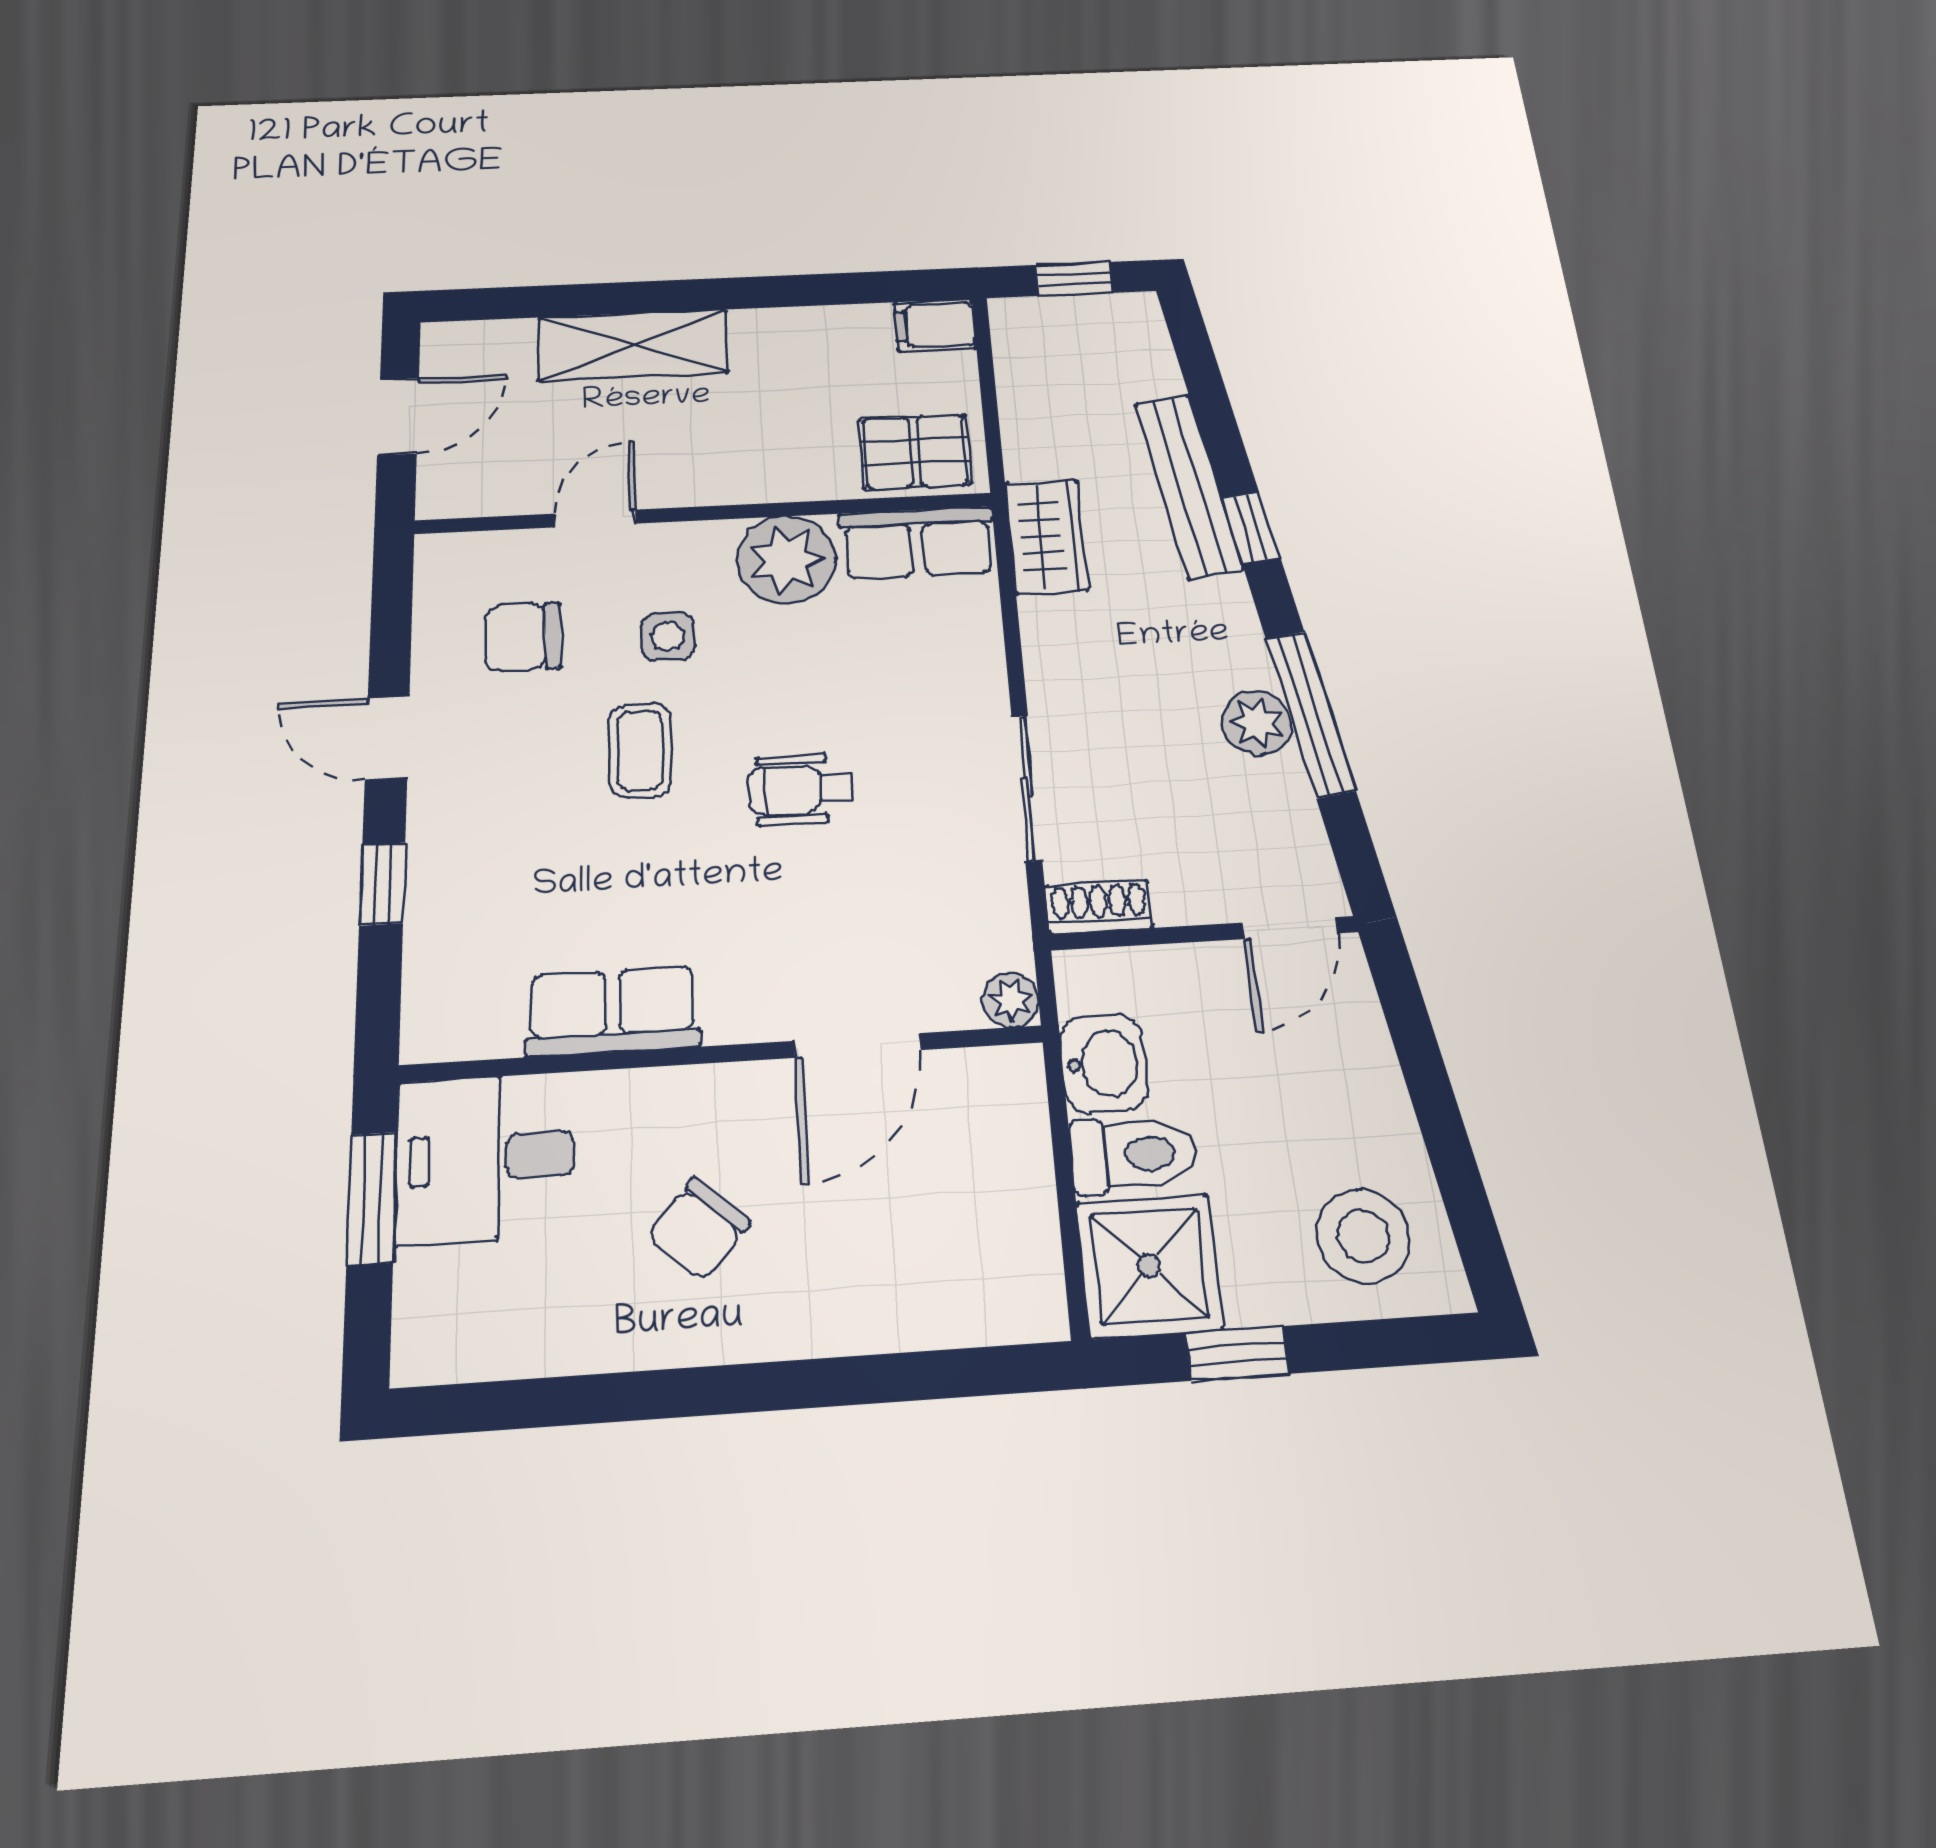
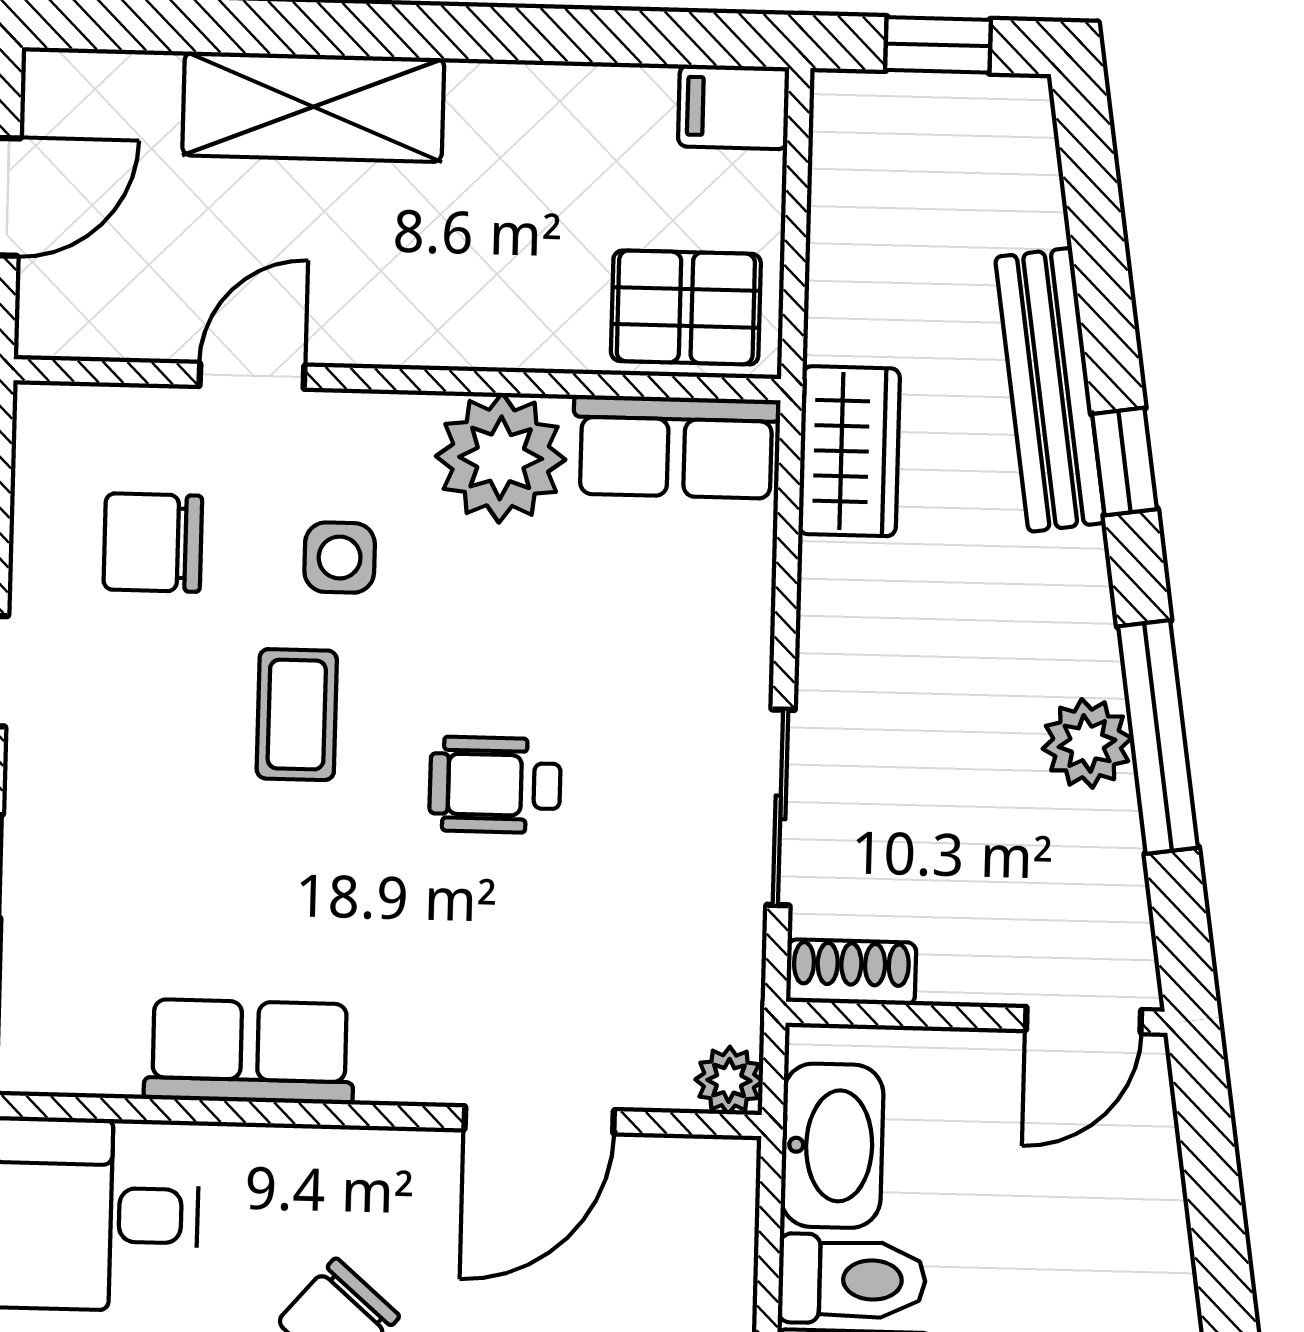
washbasin: (1104, 1064) -> (832, 1146), width x1.38

